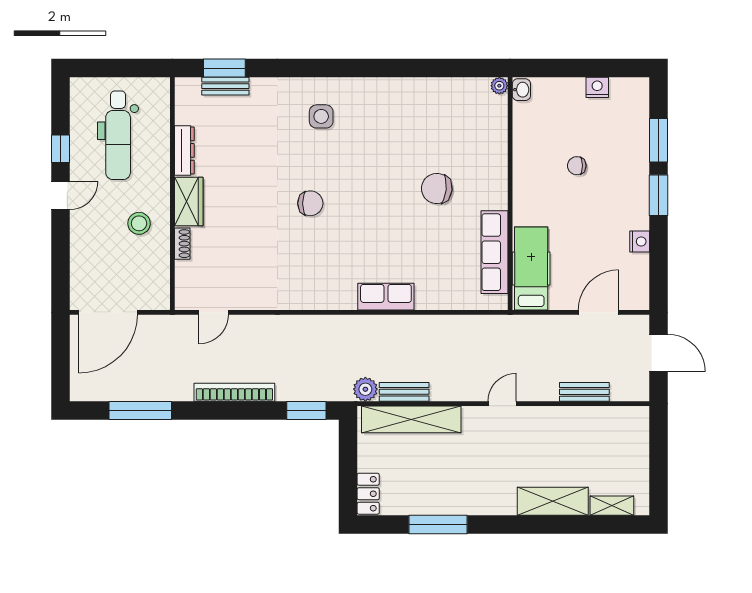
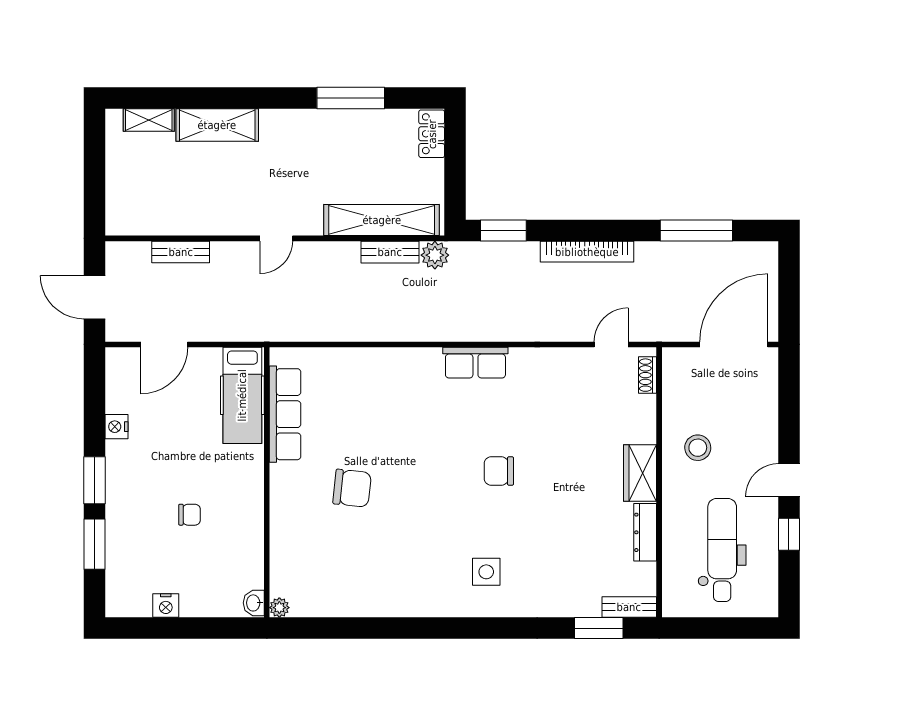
bench: (225, 86) -> (629, 607), moved
shoe rack: (182, 244) -> (648, 375), moved
row of seats: (386, 297) -> (475, 363), moved

